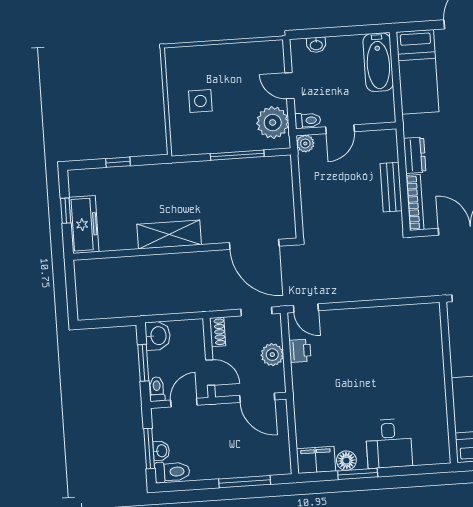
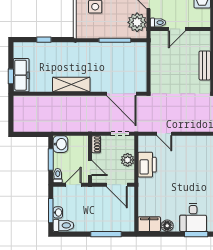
plant: (305, 143) -> (156, 36), removed
window: (66, 211) -> (11, 76), moved
door: (306, 308) -> (164, 134), moved
printer: (300, 351) -> (147, 165), width x1.87, depth x1.48
window: (358, 474) -> (196, 234), moved

